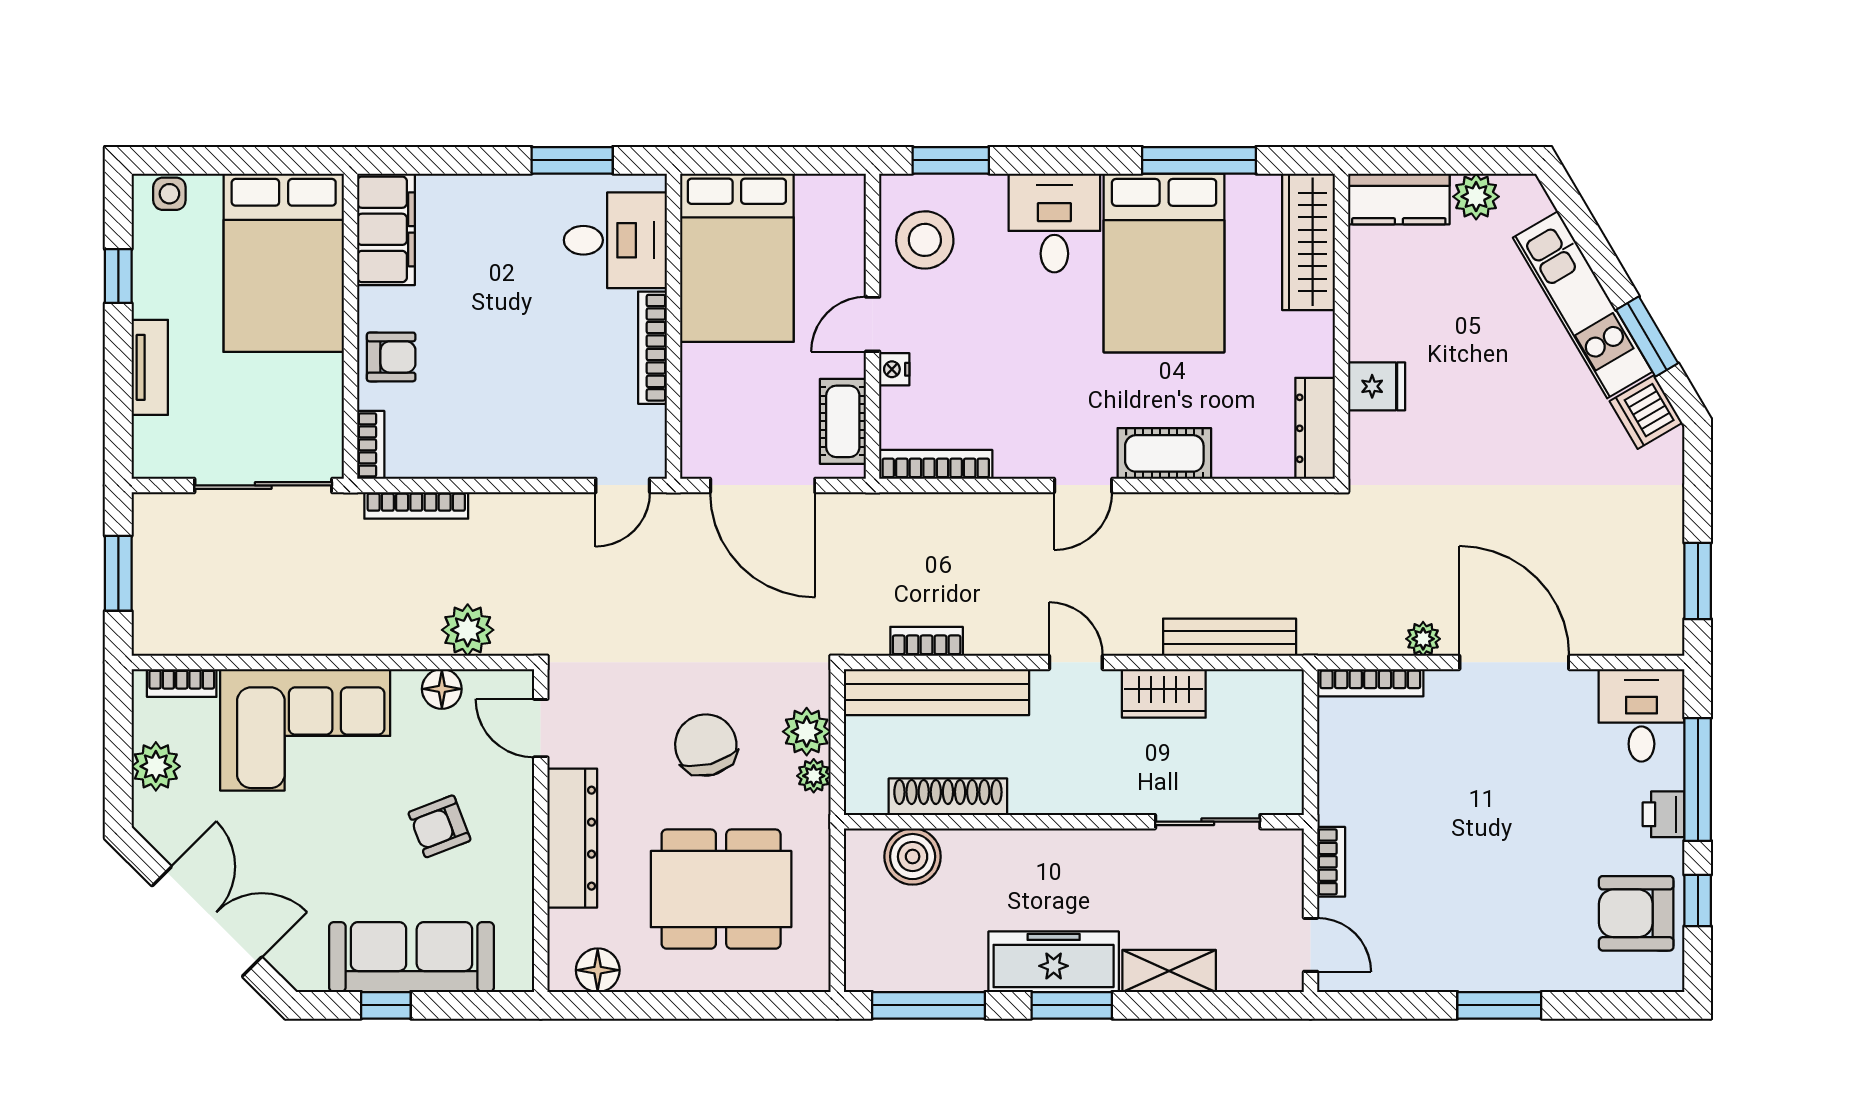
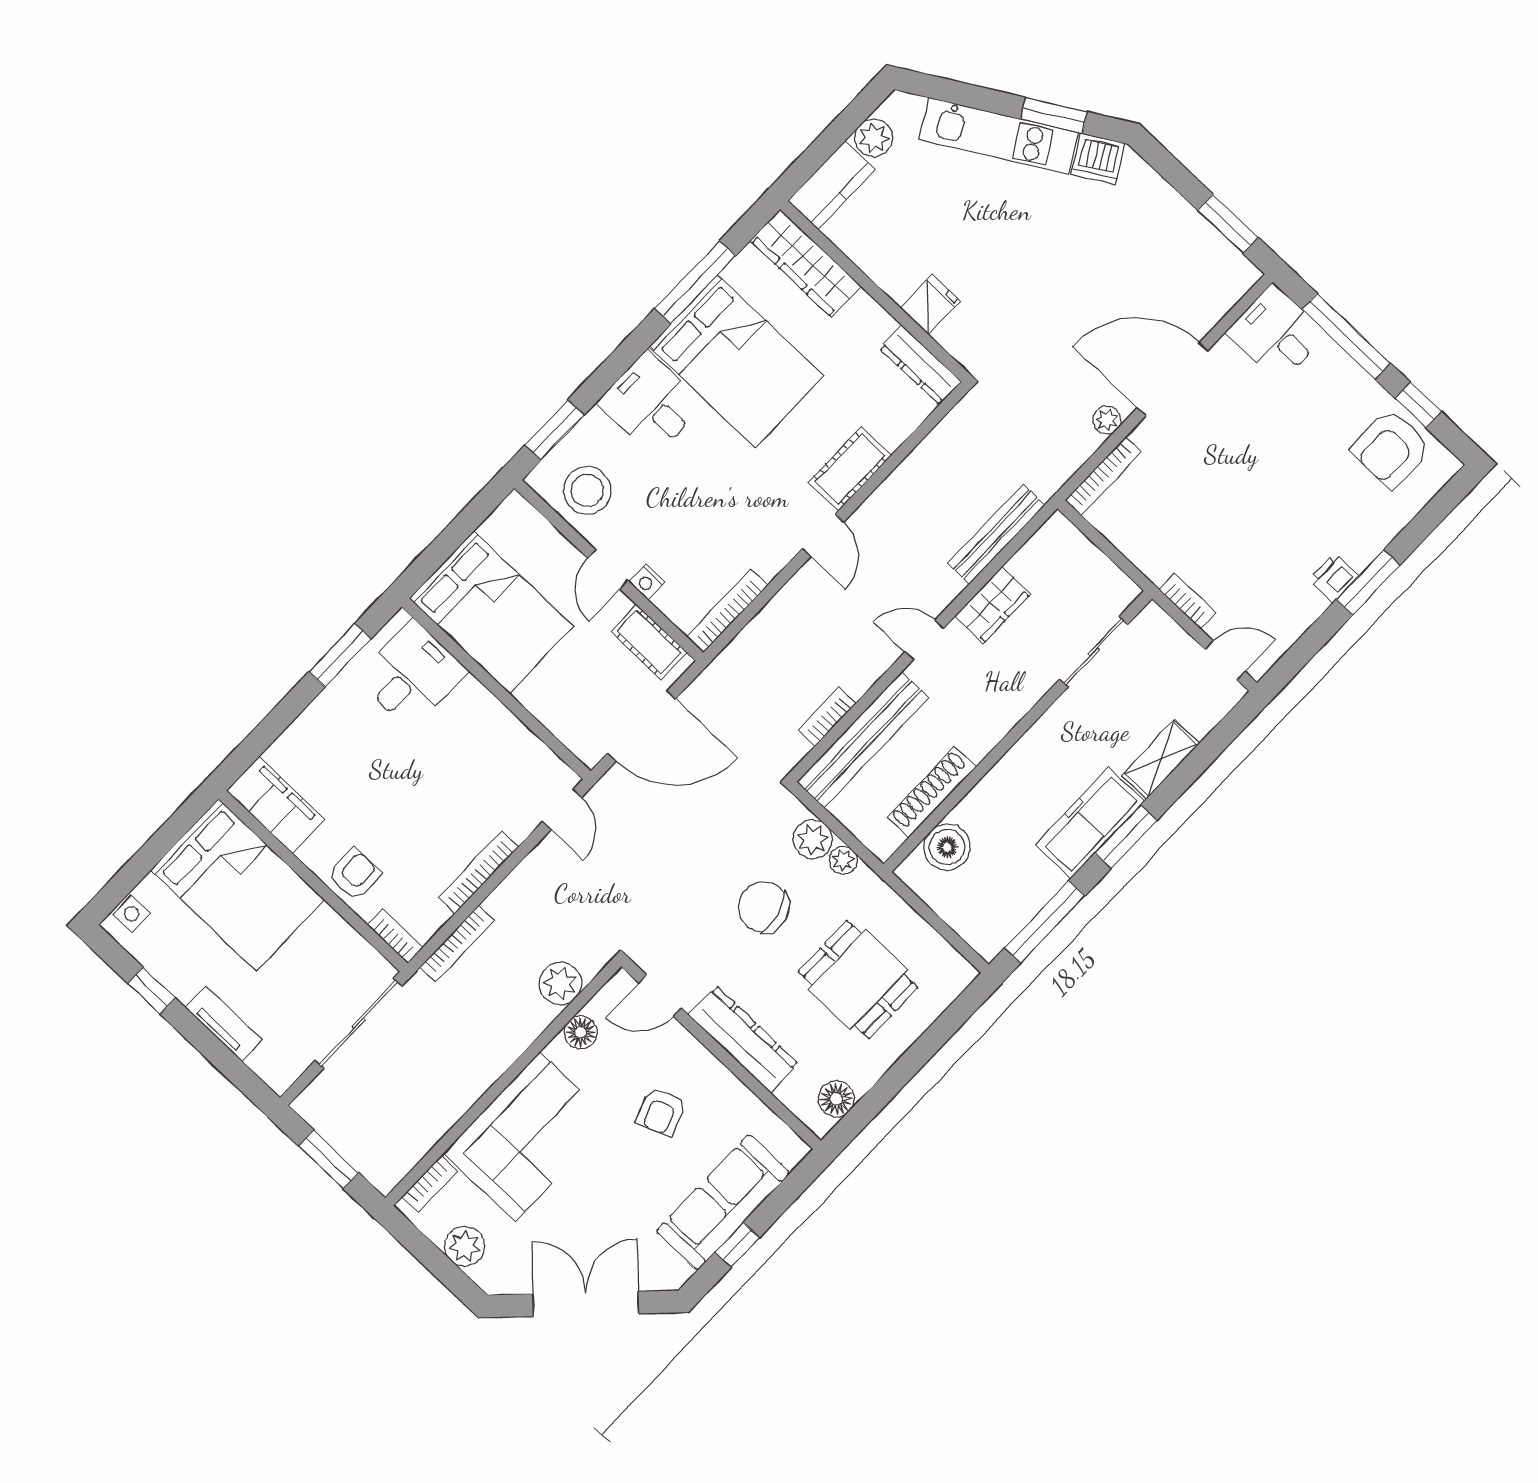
bookcase: (652, 348) -> (478, 872), moved, turned 90
printer: (1664, 814) -> (1334, 578), moved, turned 90
dining table: (721, 889) -> (858, 980), width x0.73

